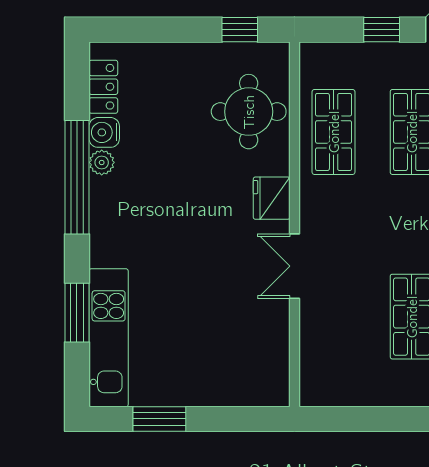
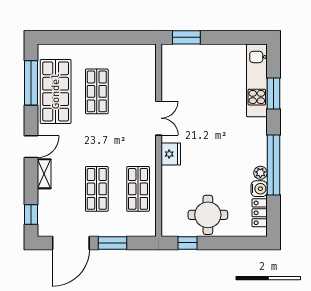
window: (382, 30) -> (113, 243), width x1.50
round table: (249, 112) -> (208, 215), moved
window: (159, 419) -> (186, 37), moved

